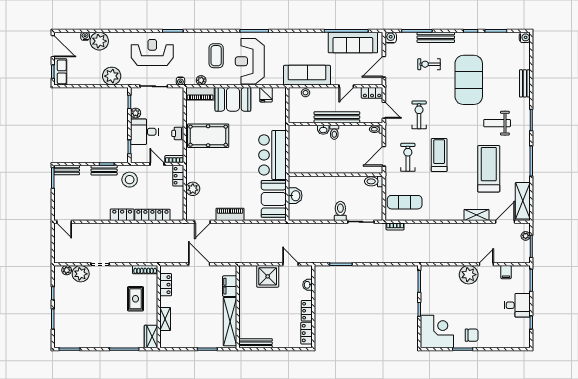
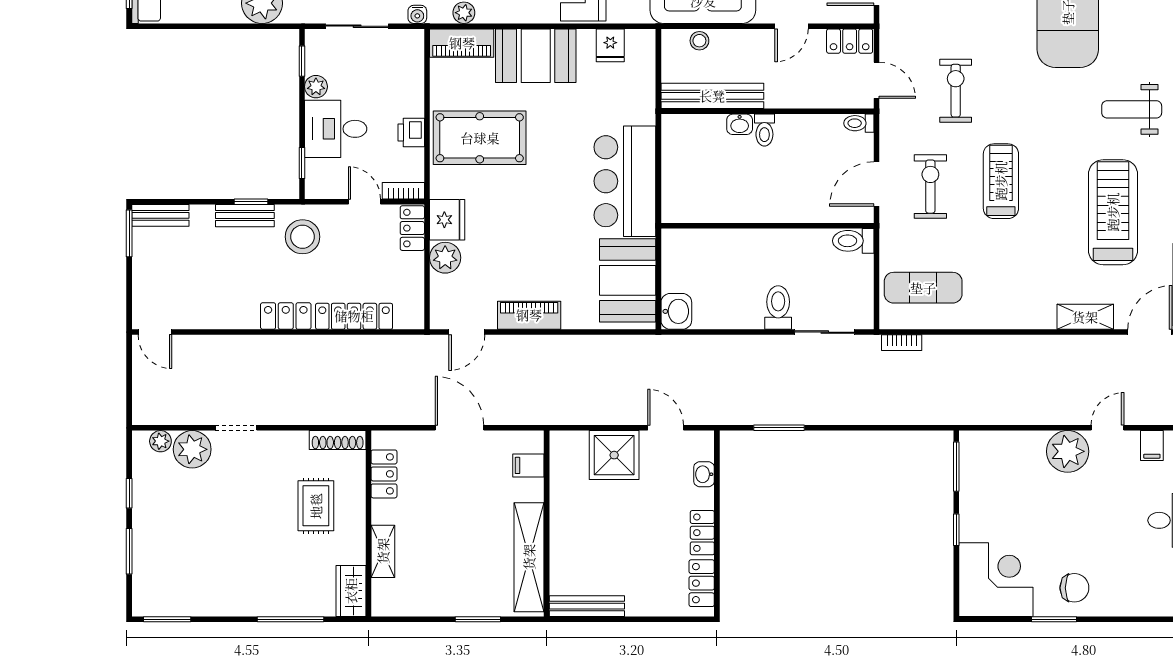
bench: (337, 117) -> (712, 96), moved
fridge: (194, 172) -> (447, 220), added
washbasin: (295, 196) -> (676, 311), moved
filing cabinet: (230, 286) -> (528, 465), width x0.50

